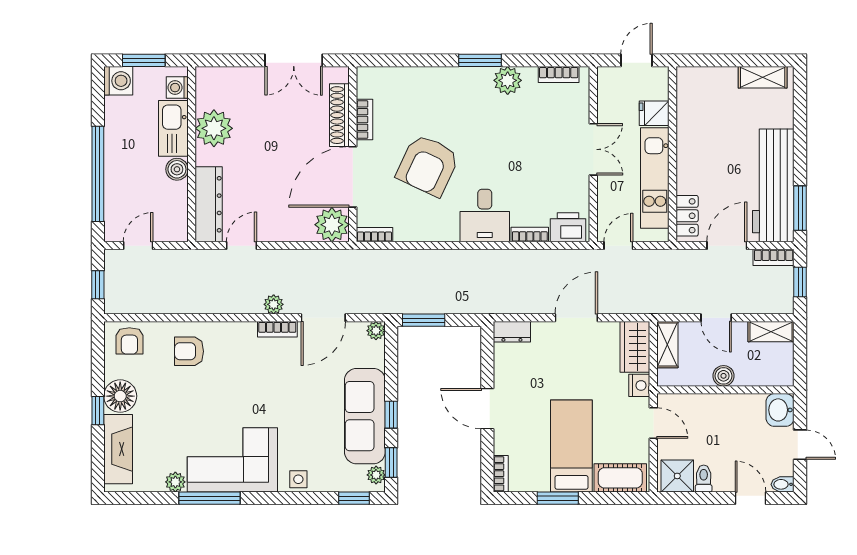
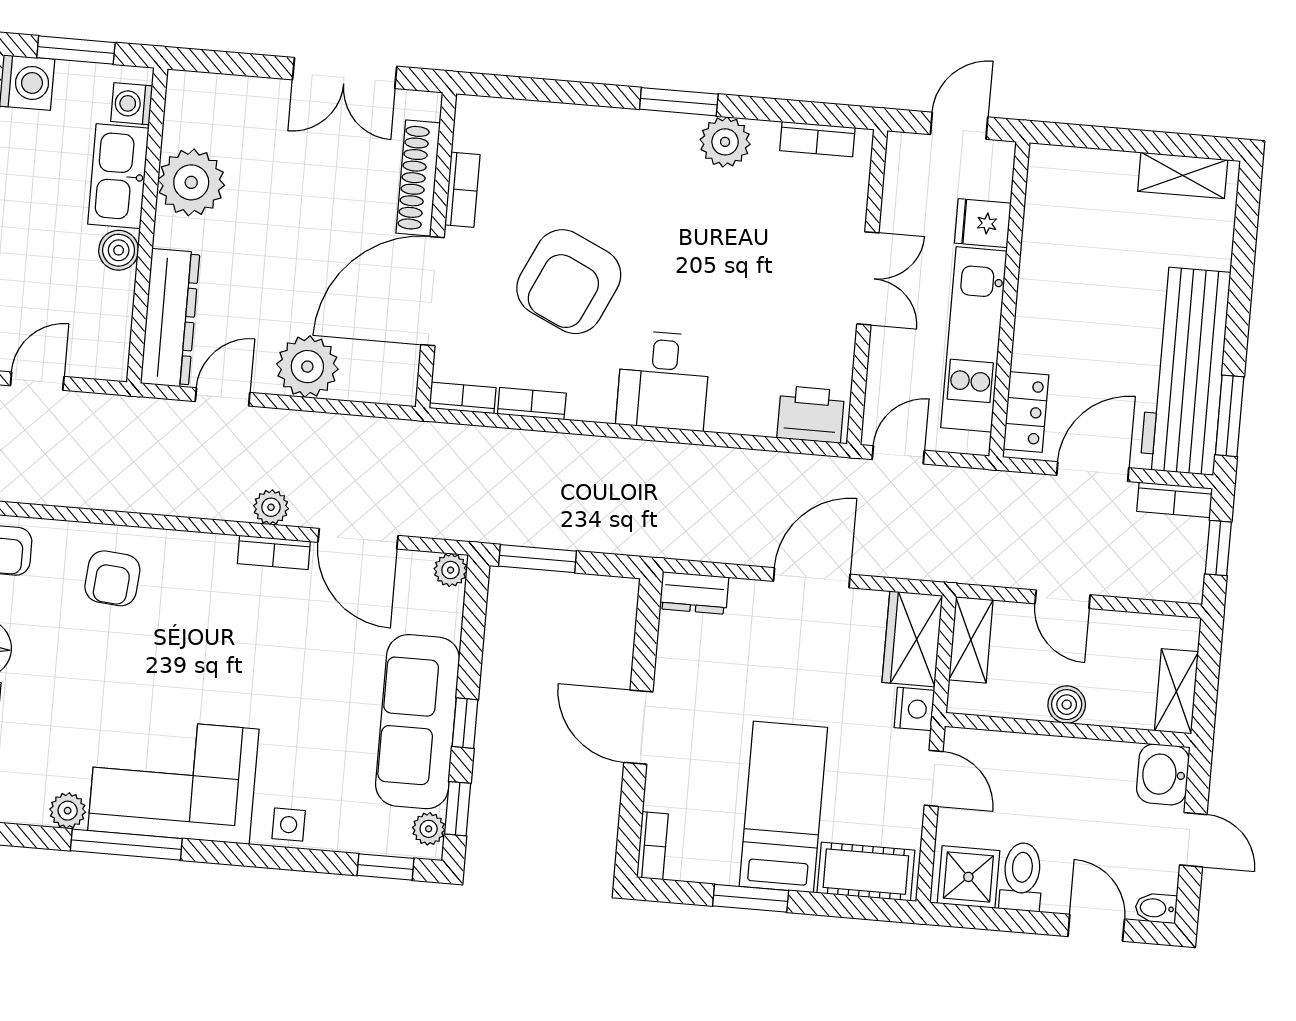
plant: (332, 225) -> (307, 367), moved
bookcase: (530, 235) -> (532, 404), moved
door: (323, 318) -> (358, 539), hinge flipped
shelving: (771, 332) -> (1176, 691), moved, turned 90
armchair: (189, 351) -> (112, 578), turned -85
toilet: (704, 479) -> (1022, 877), width x1.37, depth x1.39

